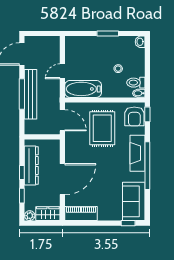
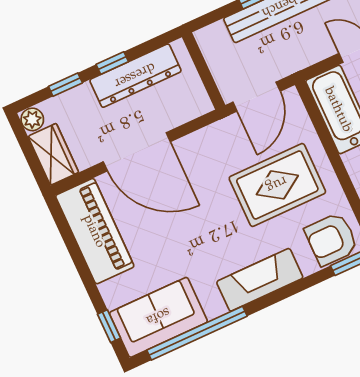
window: (147, 166) -> (197, 333), moved
piano: (81, 213) -> (95, 231), width x1.37, depth x1.33

